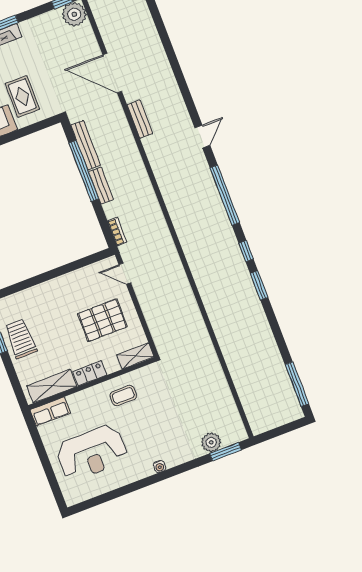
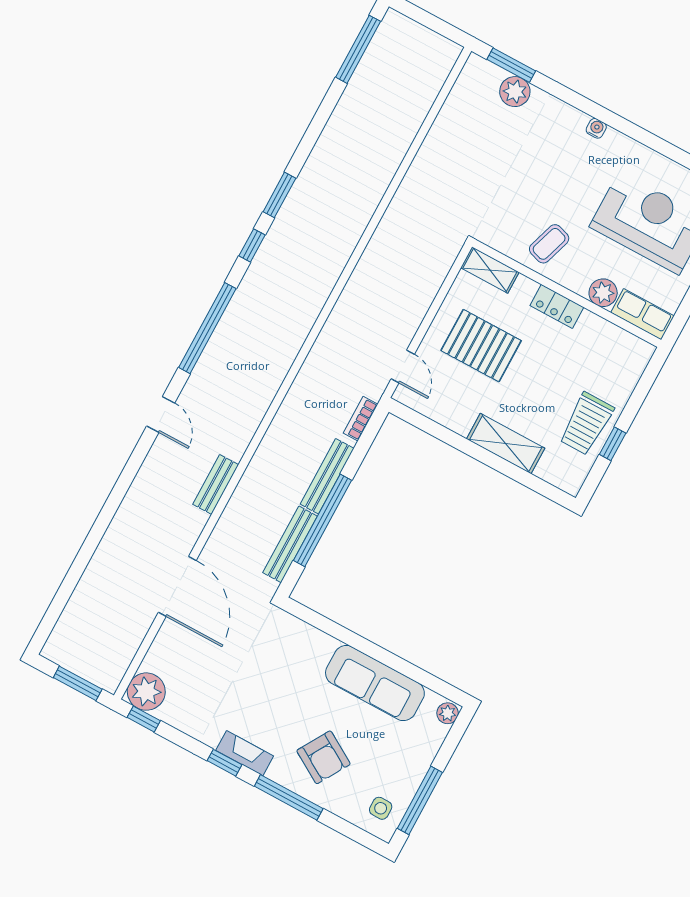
rug: (22, 96) -> (297, 669), removed
bench: (140, 119) -> (216, 484), moved
door: (202, 137) -> (161, 415), swing flipped
bench: (101, 185) -> (327, 476), width x1.36
shelving: (52, 386) -> (506, 444), moved
coffee table: (123, 396) -> (549, 244), turned -72
plant: (77, 401) -> (603, 293), added

